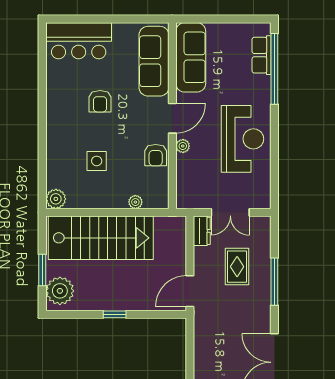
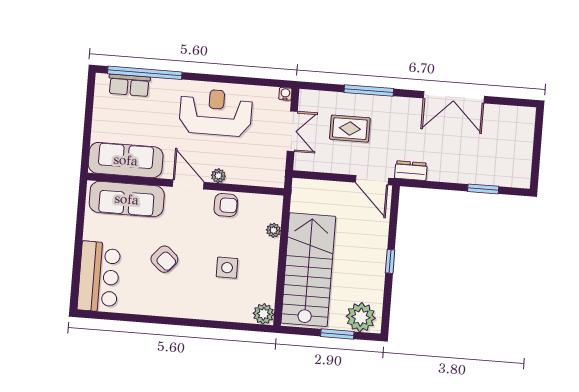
armchair: (100, 101) -> (164, 259), turned 41
water cooler: (265, 203) -> (285, 94), added
dresser: (202, 231) -> (411, 171), moved

